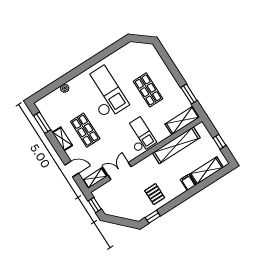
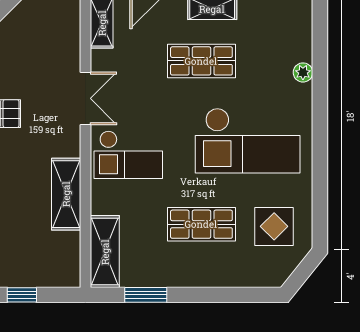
display table: (131, 61) -> (274, 226), added
shelving: (176, 145) -> (66, 194), width x0.68
double door: (120, 171) -> (85, 98), moved

